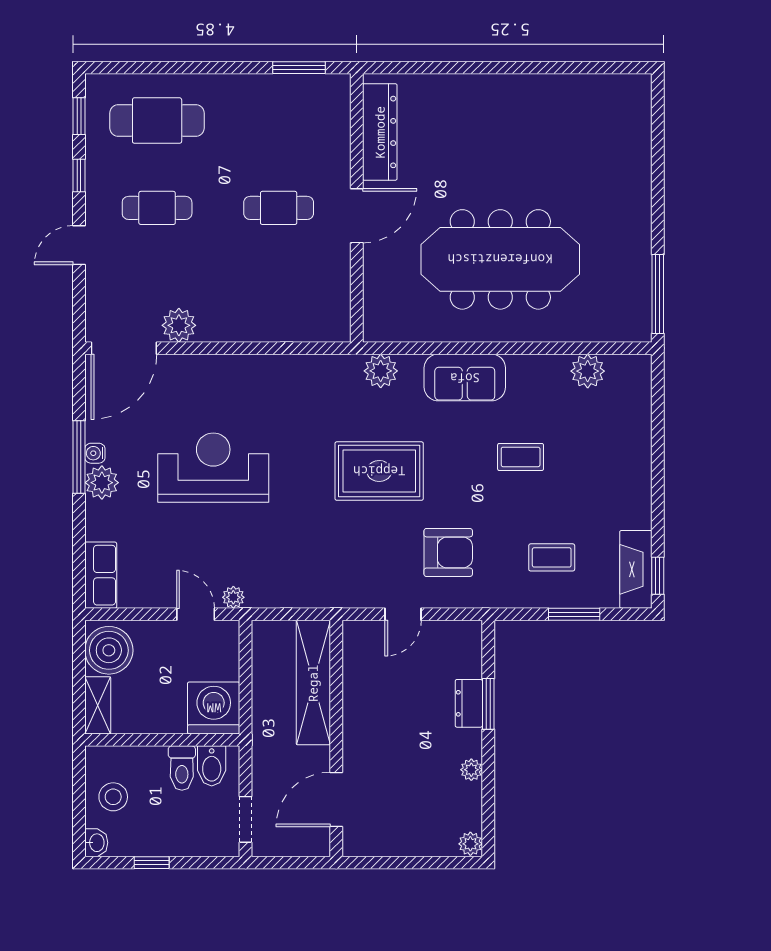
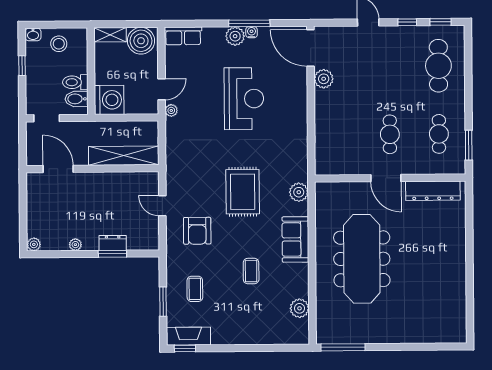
cafe table: (157, 208) -> (439, 134), moved

